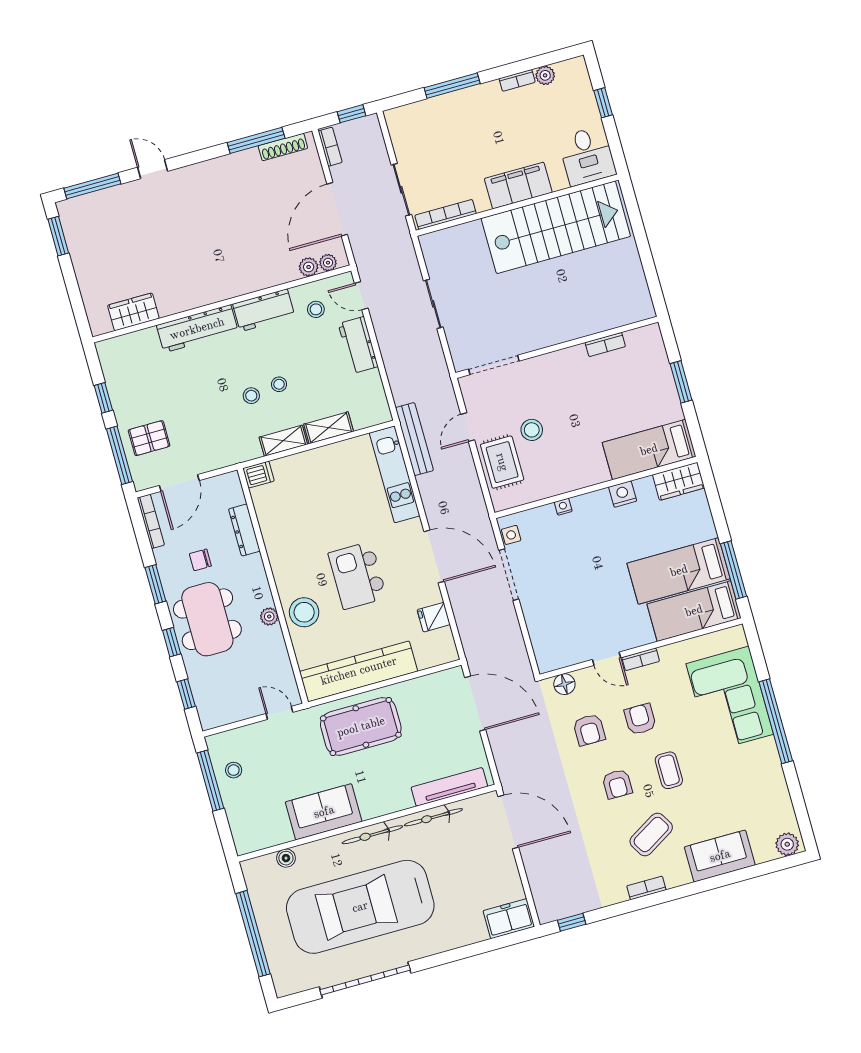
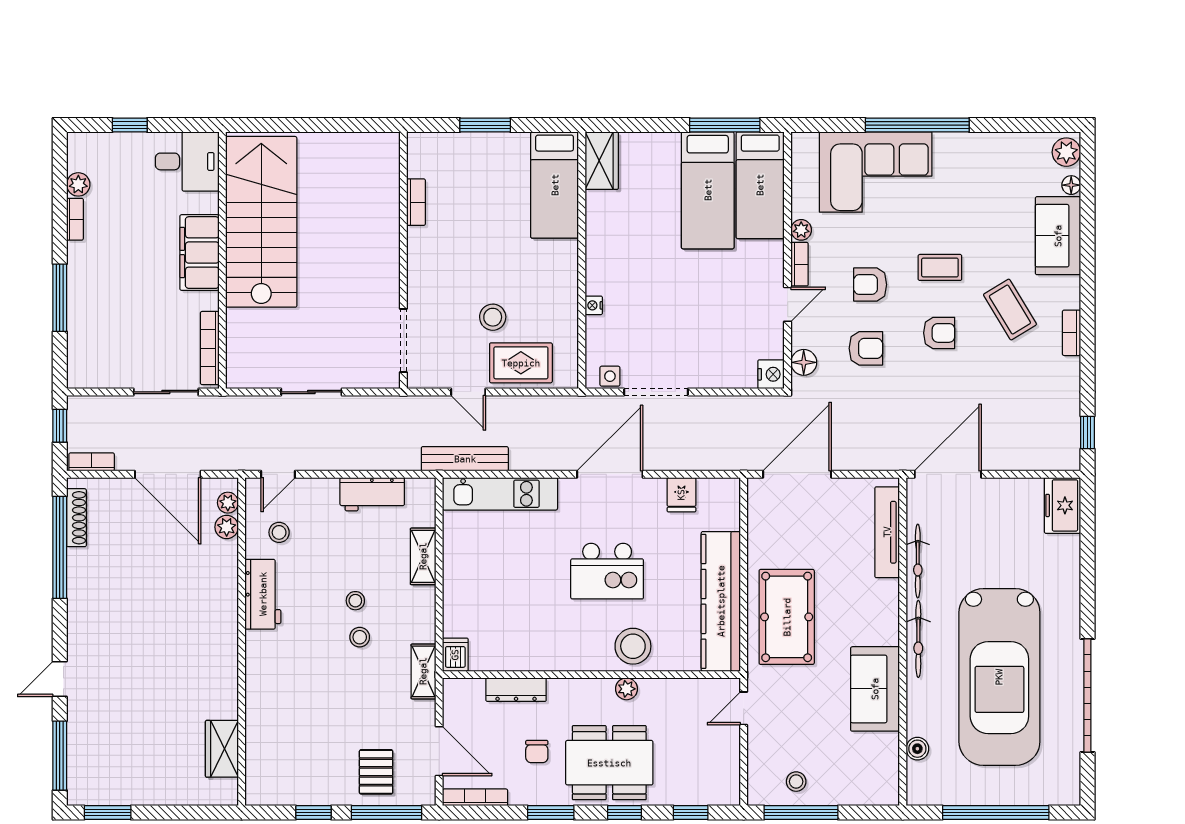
window: (256, 140) -> (60, 547), width x1.46
workbench: (197, 329) -> (263, 679), removed
workbench: (358, 345) -> (372, 494), moved
shelving: (283, 441) -> (423, 671), moved
nightstand: (623, 494) -> (771, 374), moved, turned 180
plant: (668, 653) -> (801, 230), added
floor lamp: (762, 855) -> (1071, 185), added

